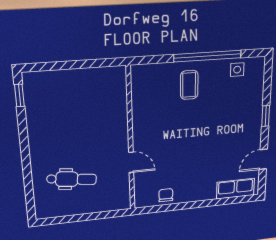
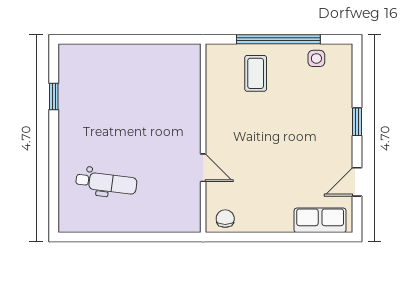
window: (19, 96) -> (54, 97), moved
wall: (130, 140) -> (203, 138), moved
door: (131, 162) -> (203, 168), moved

